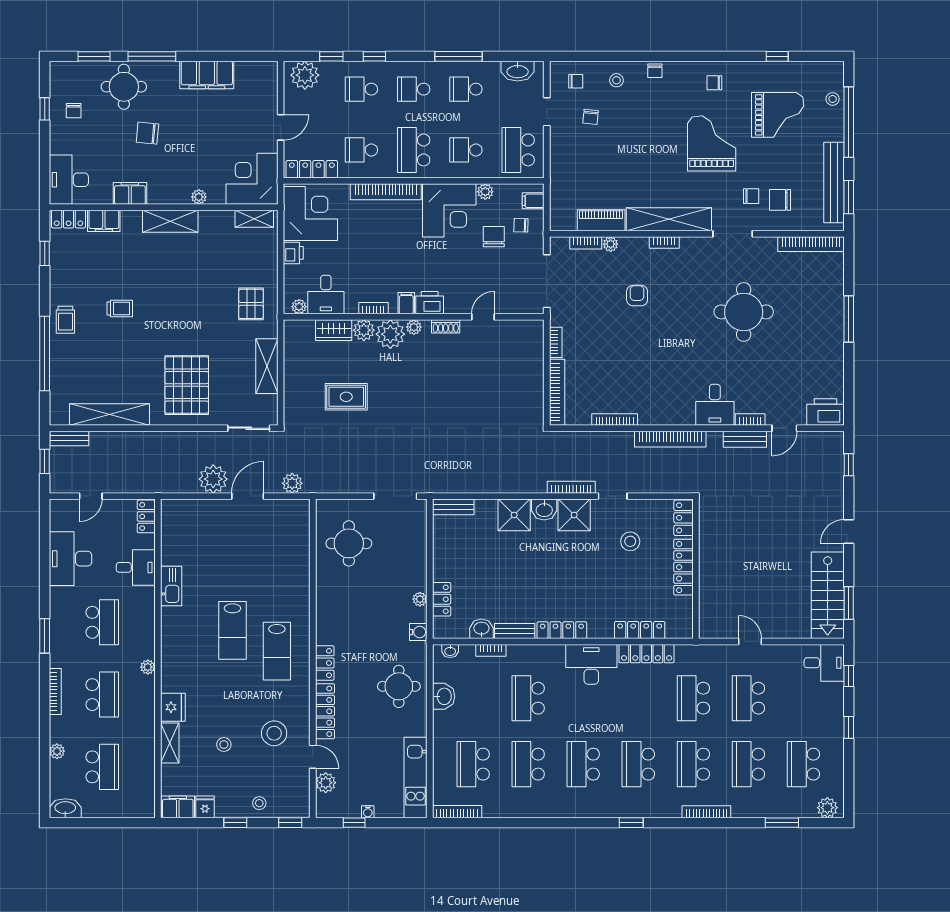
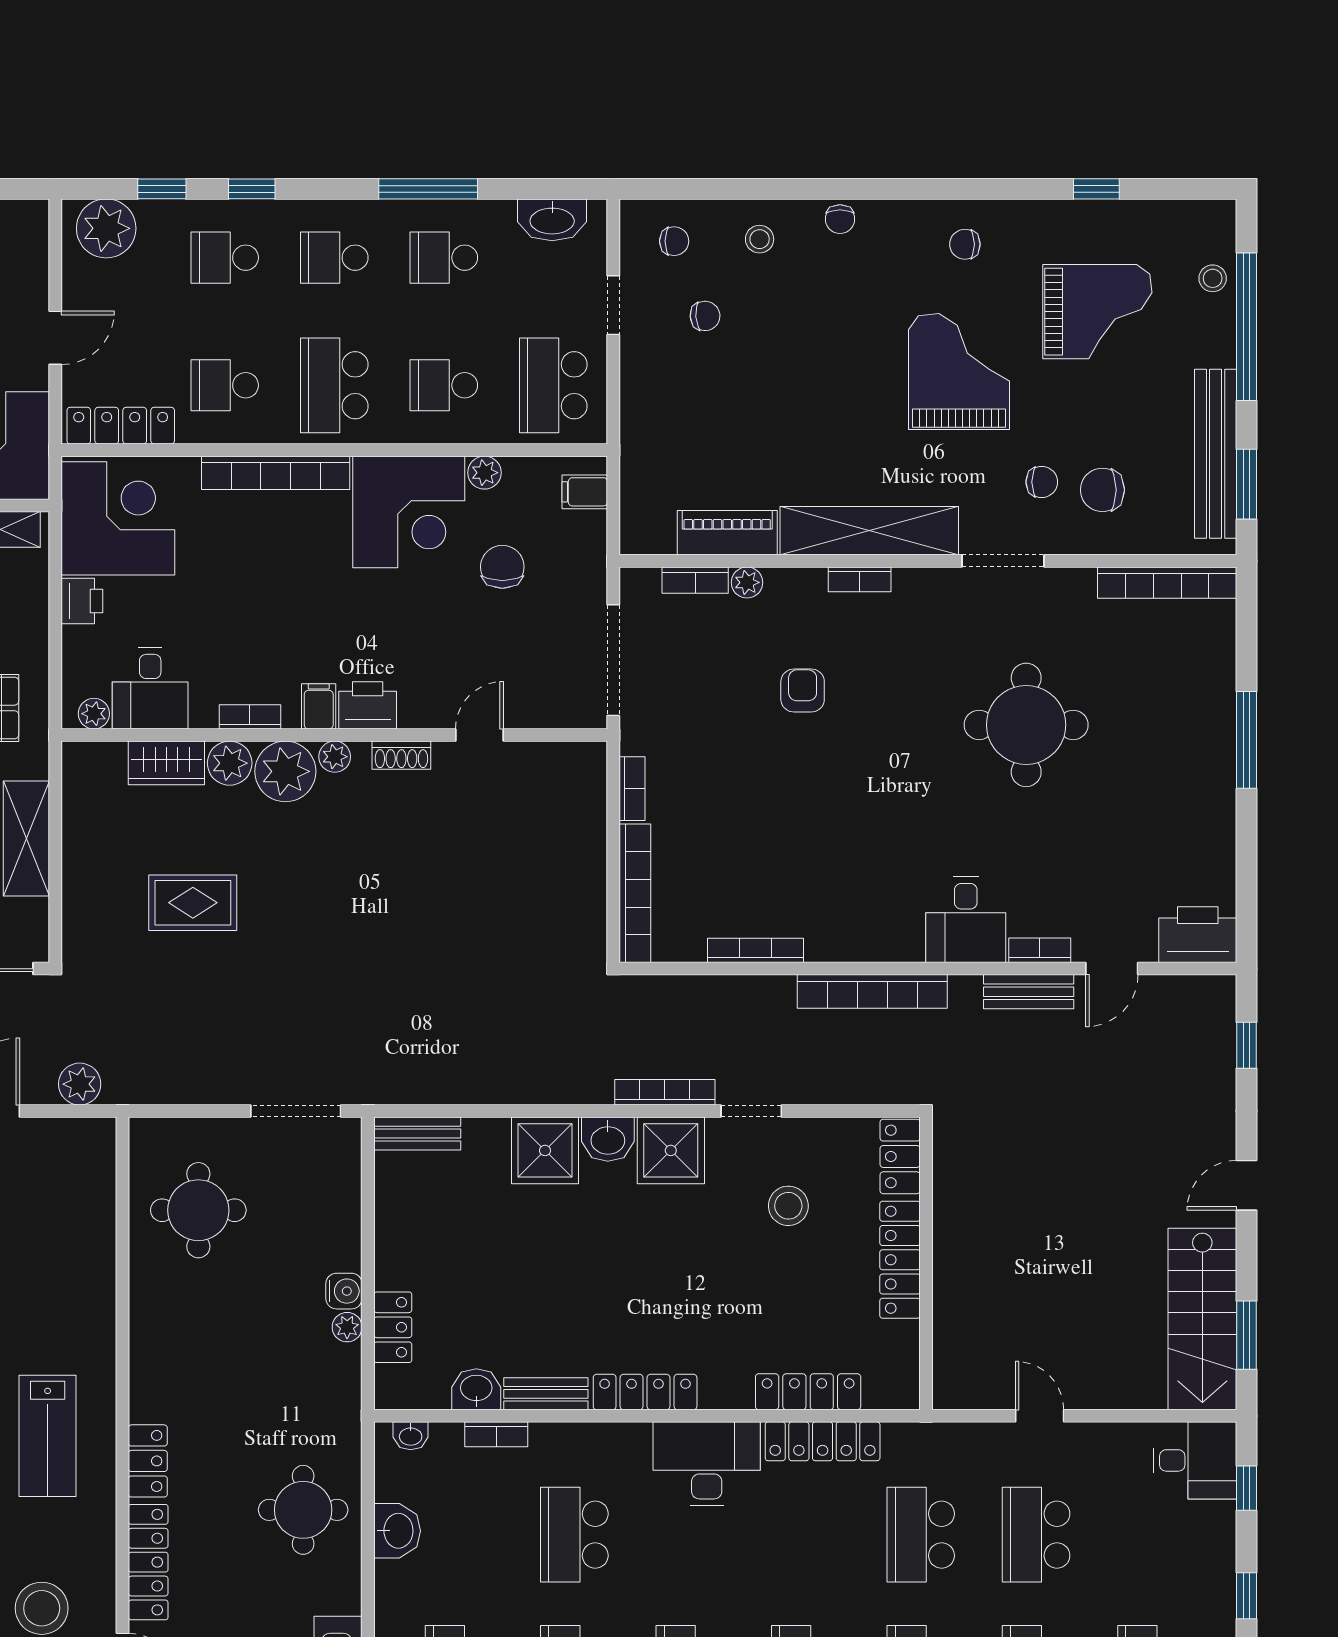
chair: (591, 117) -> (705, 316), turned -100
chair: (521, 225) -> (559, 543), removed
water cooler: (418, 632) -> (344, 1291), moved

